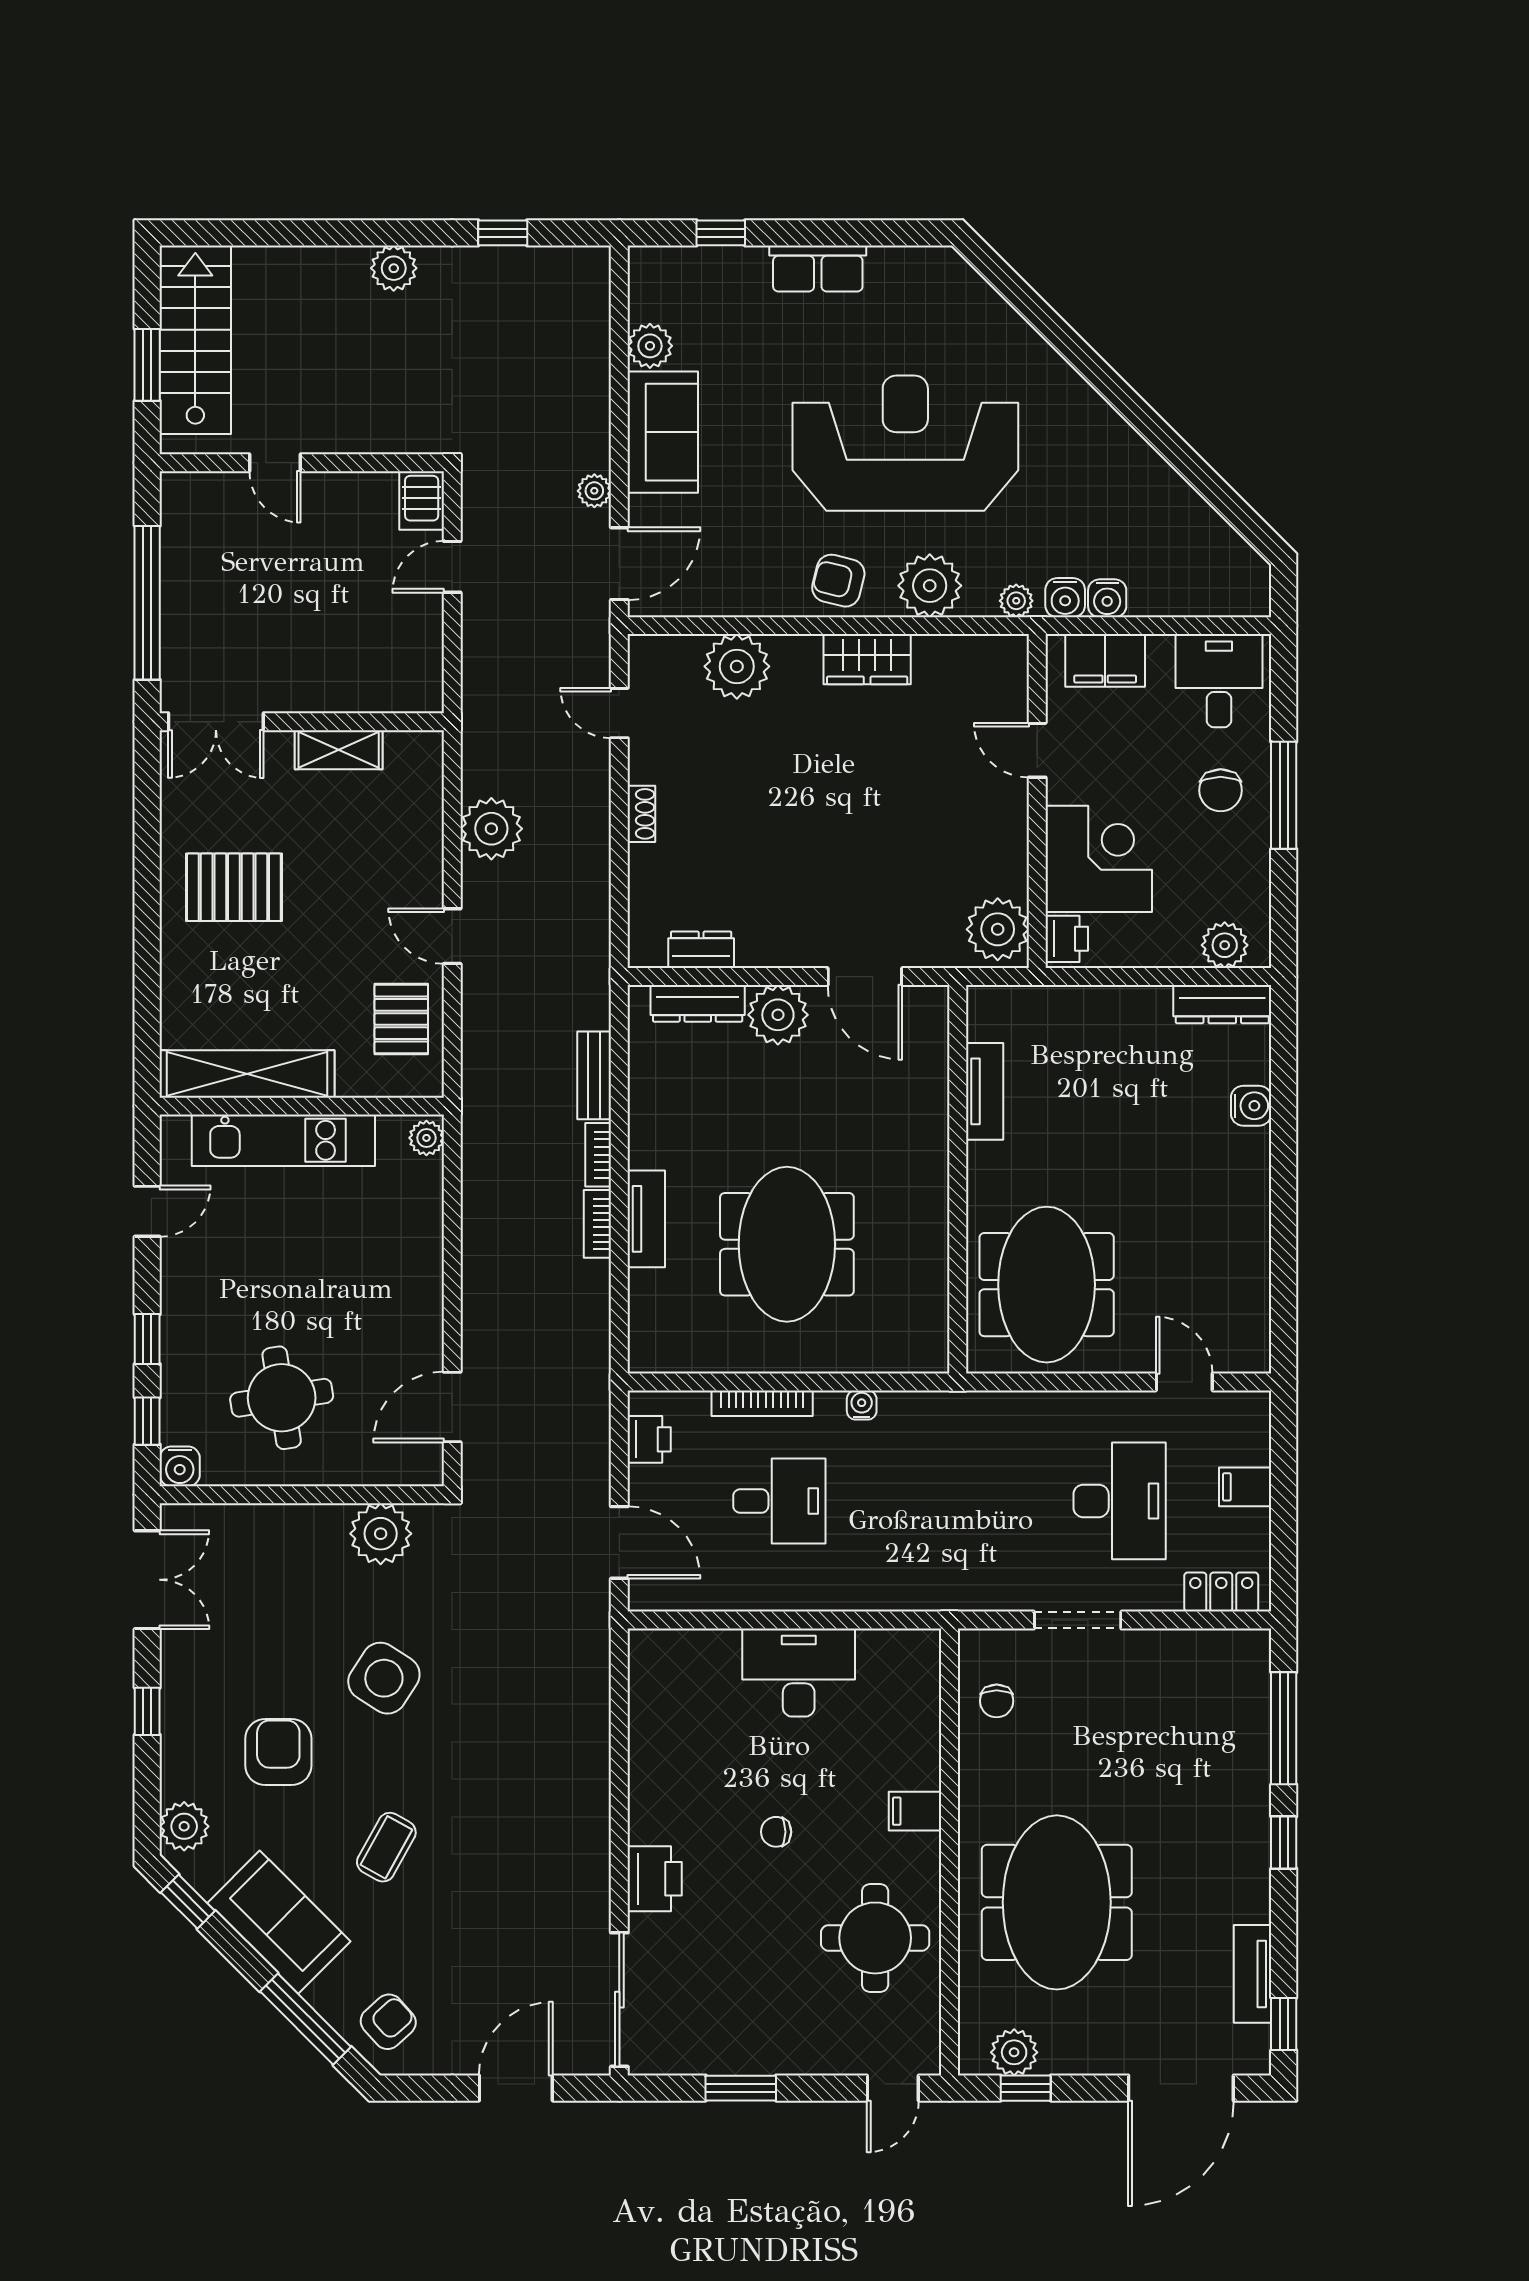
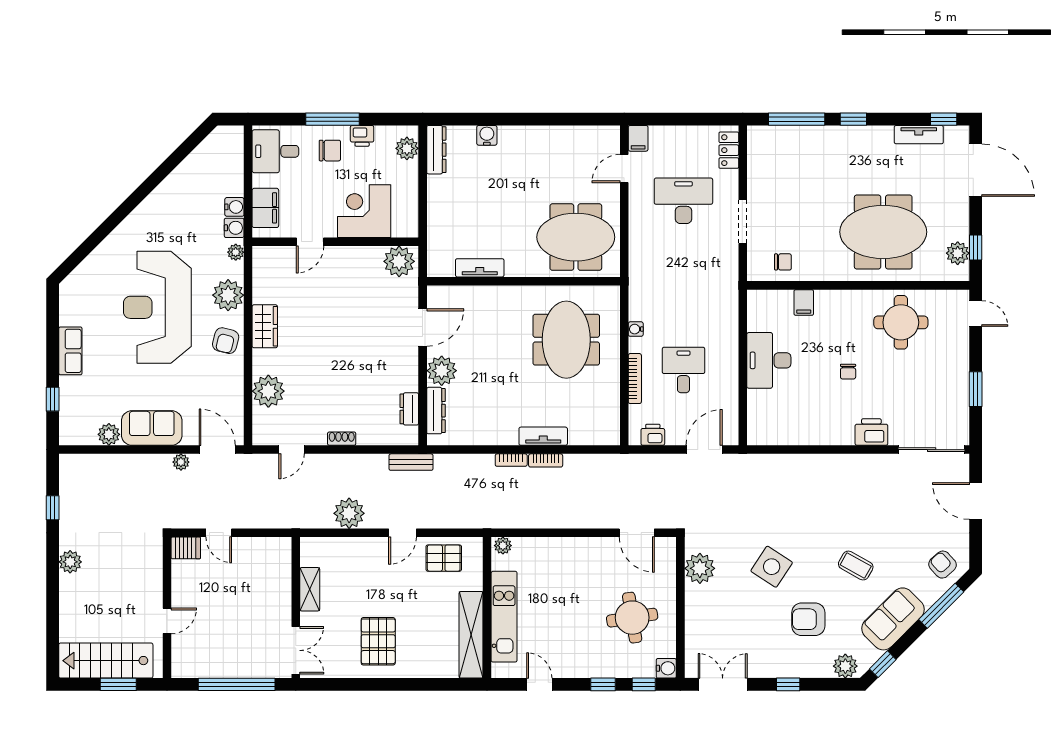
printer: (1067, 939) -> (362, 136), moved, turned 180
bench: (594, 1075) -> (411, 462), moved
meeting table: (787, 1244) -> (566, 340), moved, turned 90
filing cabinet: (1245, 1487) -> (638, 138), moved
filing cabinet: (915, 1811) -> (804, 303), moved

